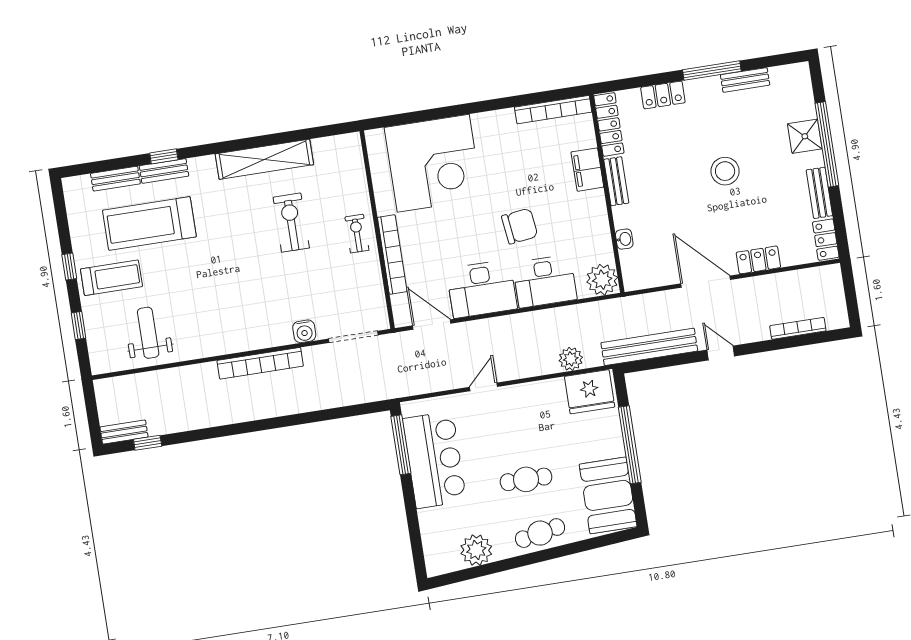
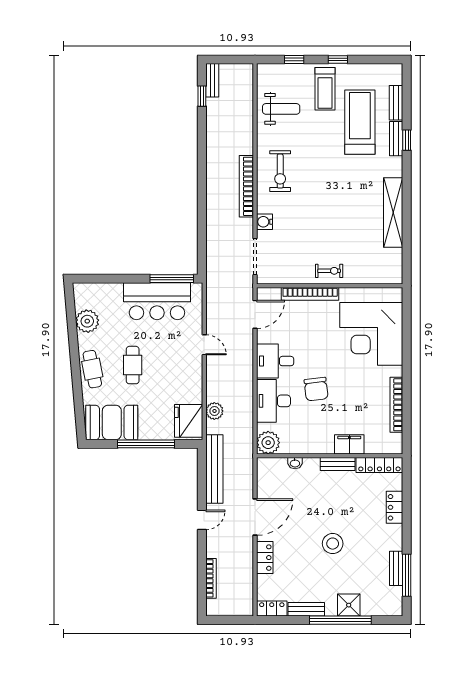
window: (712, 71) -> (407, 575), moved
bookcase: (553, 110) -> (396, 405), moved
exercise bike: (291, 223) -> (280, 171), moved, turned 90
desk: (482, 289) -> (275, 361), width x0.73

